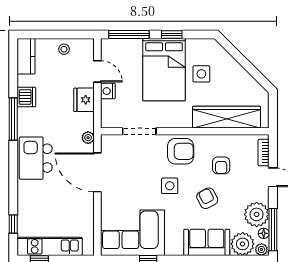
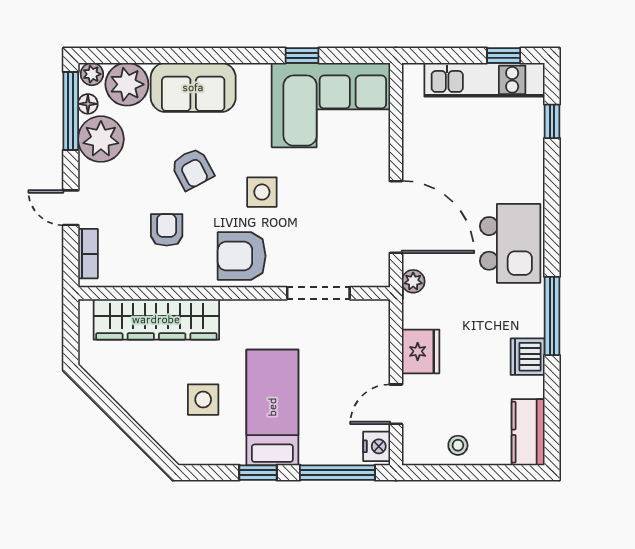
bed: (164, 70) -> (272, 407), width x0.67
door: (97, 71) -> (396, 404), hinge flipped
nightstand: (108, 91) -> (377, 446), moved

